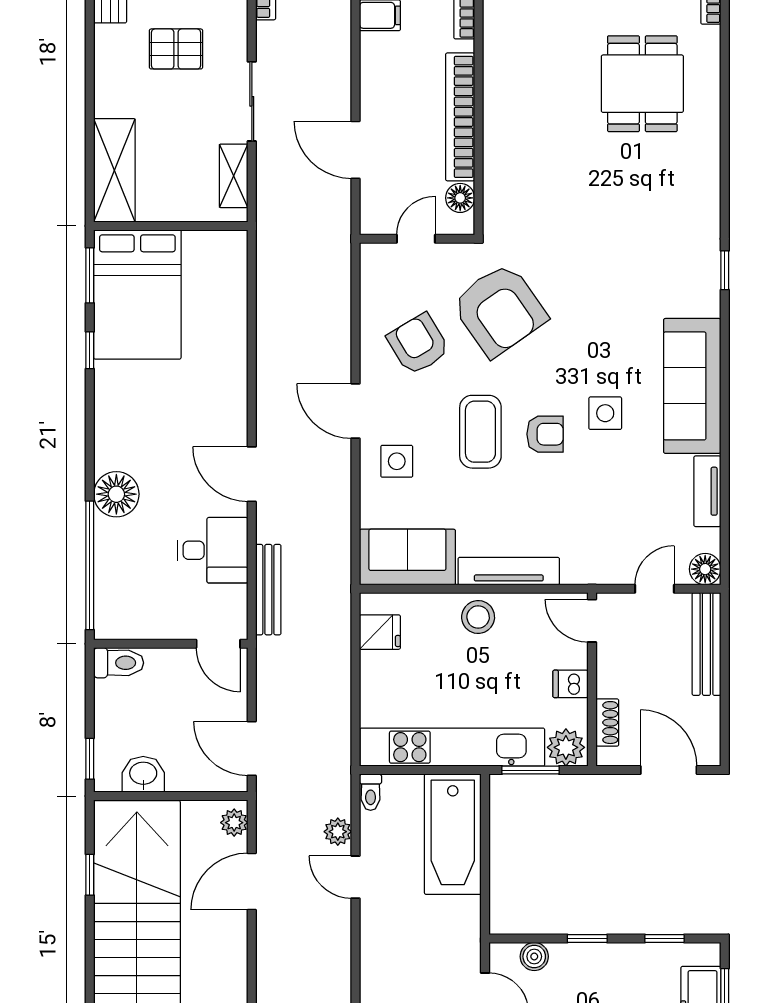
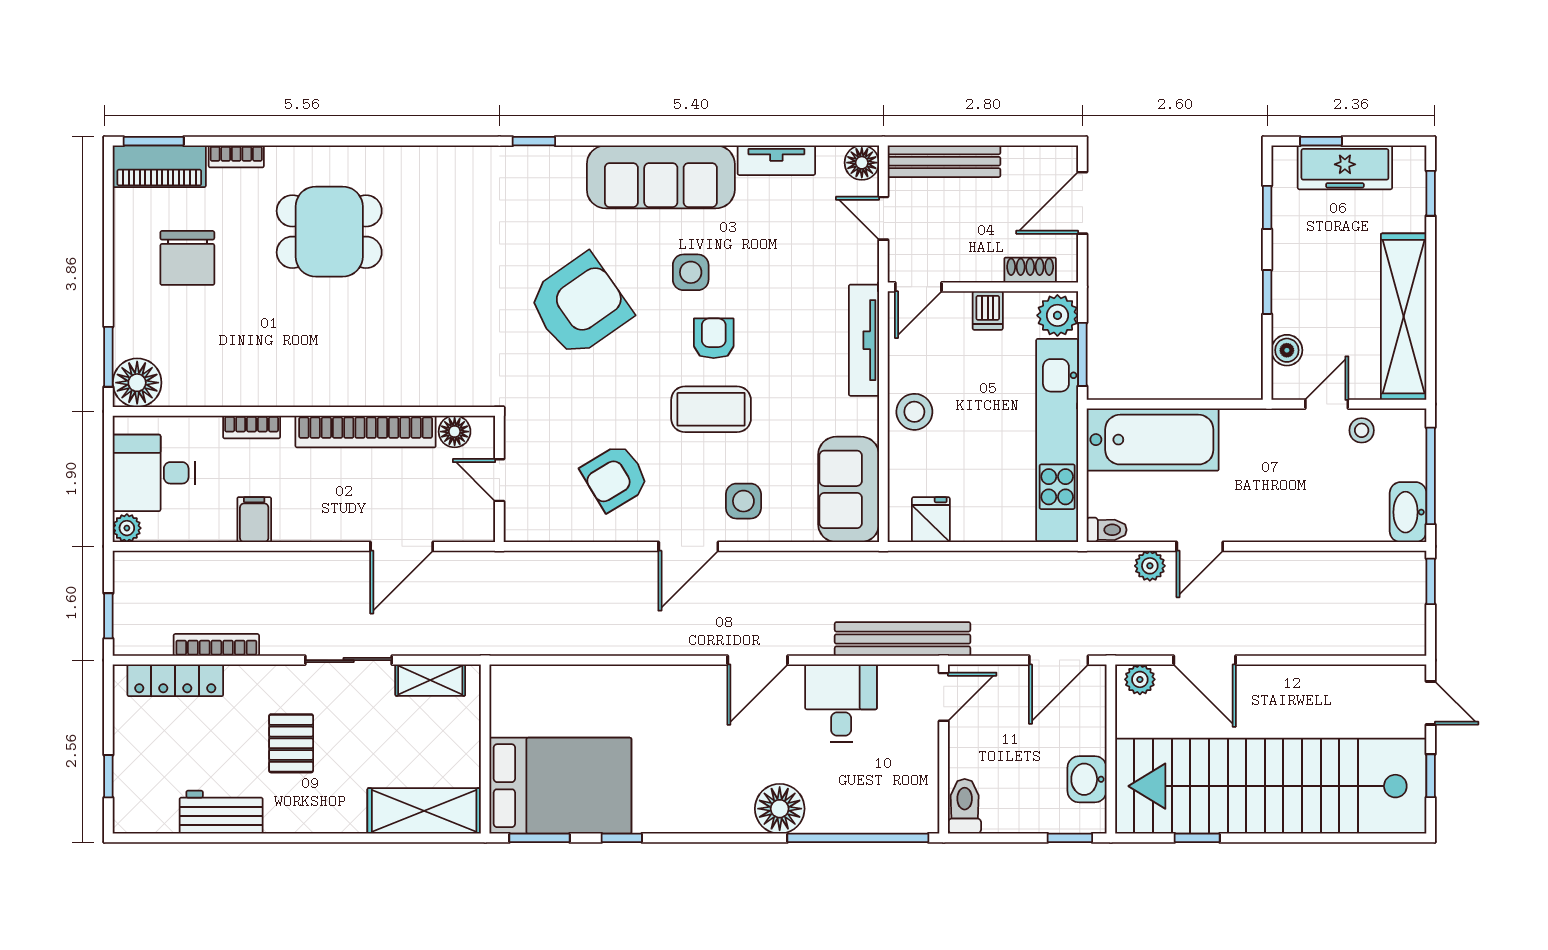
armchair: (499, 310) -> (580, 305), moved
tv unit: (509, 571) -> (864, 340), moved
bench: (268, 590) -> (903, 639), width x1.37, depth x1.21

